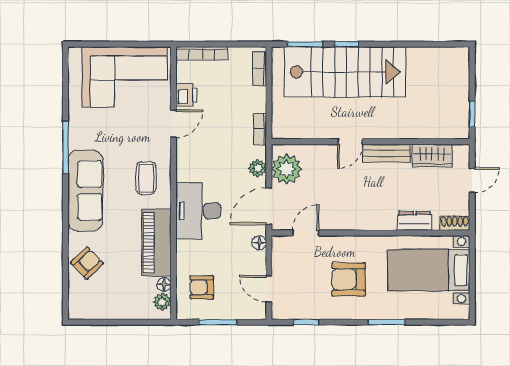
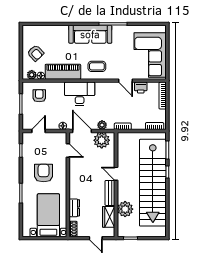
stairs: (345, 72) -> (153, 183), width x1.36
plant: (417, 124) -> (125, 209), added
armchair: (87, 263) -> (36, 53), moved

